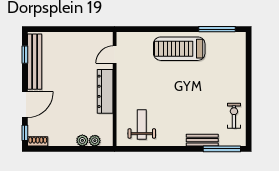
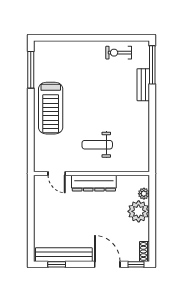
weight bench: (142, 125) -> (97, 145), moved
plant: (82, 140) -> (139, 211), width x1.88, depth x1.88

